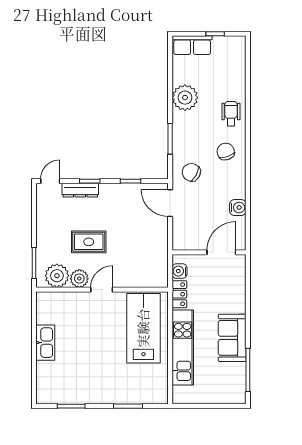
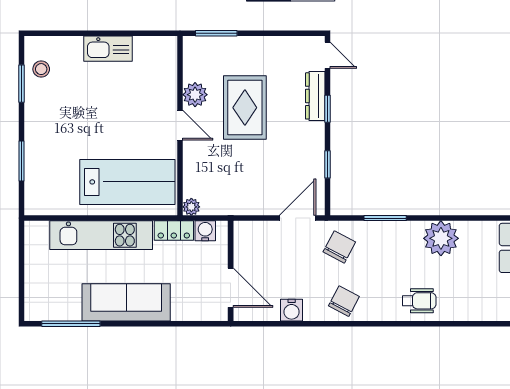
chair: (226, 152) -> (344, 301), moved, turned -44
rug: (89, 242) -> (245, 108), width x1.36, depth x1.43
plant: (57, 276) -> (191, 207), moved, width x0.53, depth x0.53
sofa: (232, 338) -> (126, 302), width x1.36
stool: (60, 392) -> (41, 69), added

